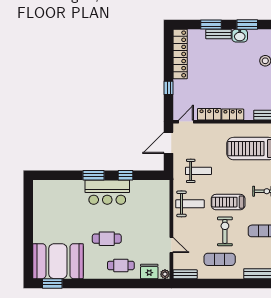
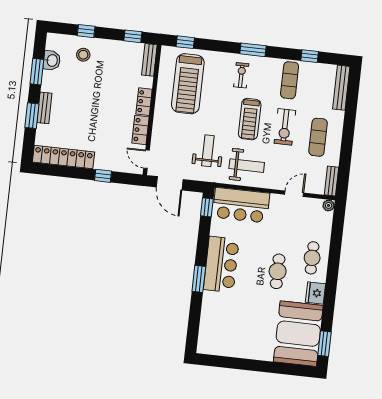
washbasin: (240, 36) -> (52, 60), moved
window: (126, 175) -> (207, 207), moved
bar counter: (157, 203) -> (241, 205), added
weight bench: (190, 204) -> (247, 166), turned 90
exercise bike: (225, 231) -> (285, 127), turned -90
fridge: (149, 271) -> (315, 293), moved

